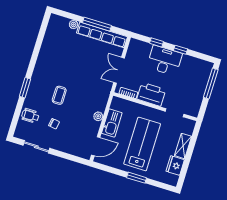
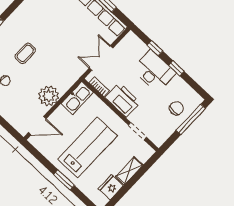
chair: (196, 80) -> (176, 108), added
plant: (98, 116) -> (49, 96), width x1.88, depth x1.88
kitchen sink: (112, 123) -> (77, 98), moved

